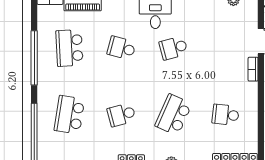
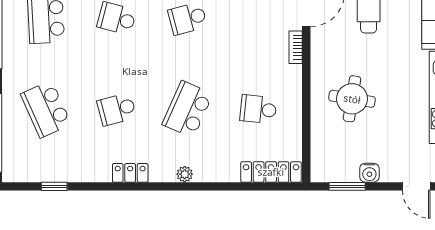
school desk: (69, 115) -> (46, 109), turned -33

